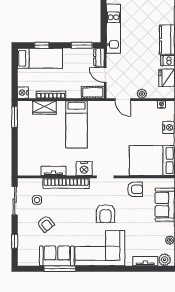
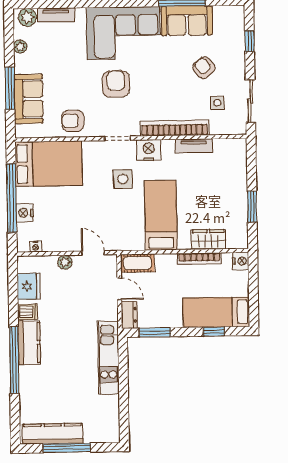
window: (15, 117) -> (252, 207), moved
side table: (102, 149) -> (123, 179), added

